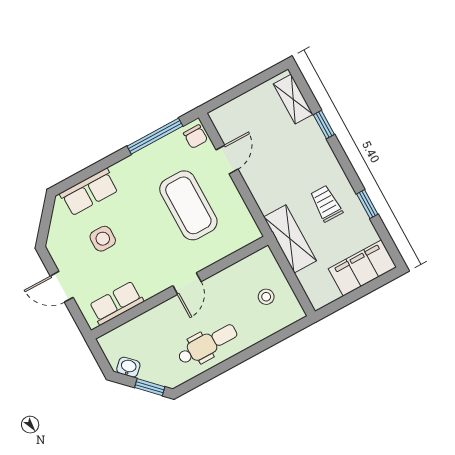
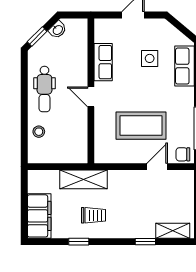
door: (227, 159) -> (157, 167), swing flipped
stool: (266, 297) -> (39, 132), moved
row of seats: (116, 303) -> (103, 62), moved

